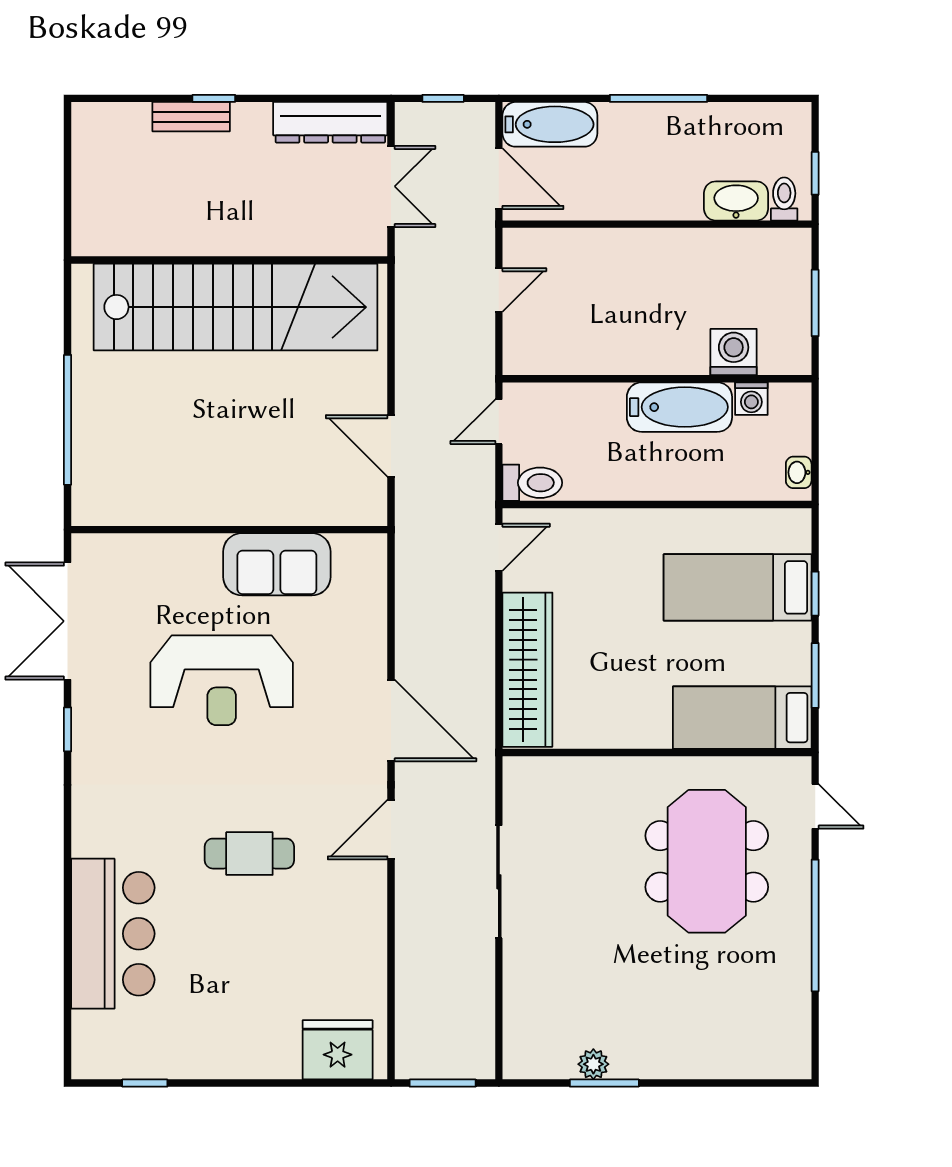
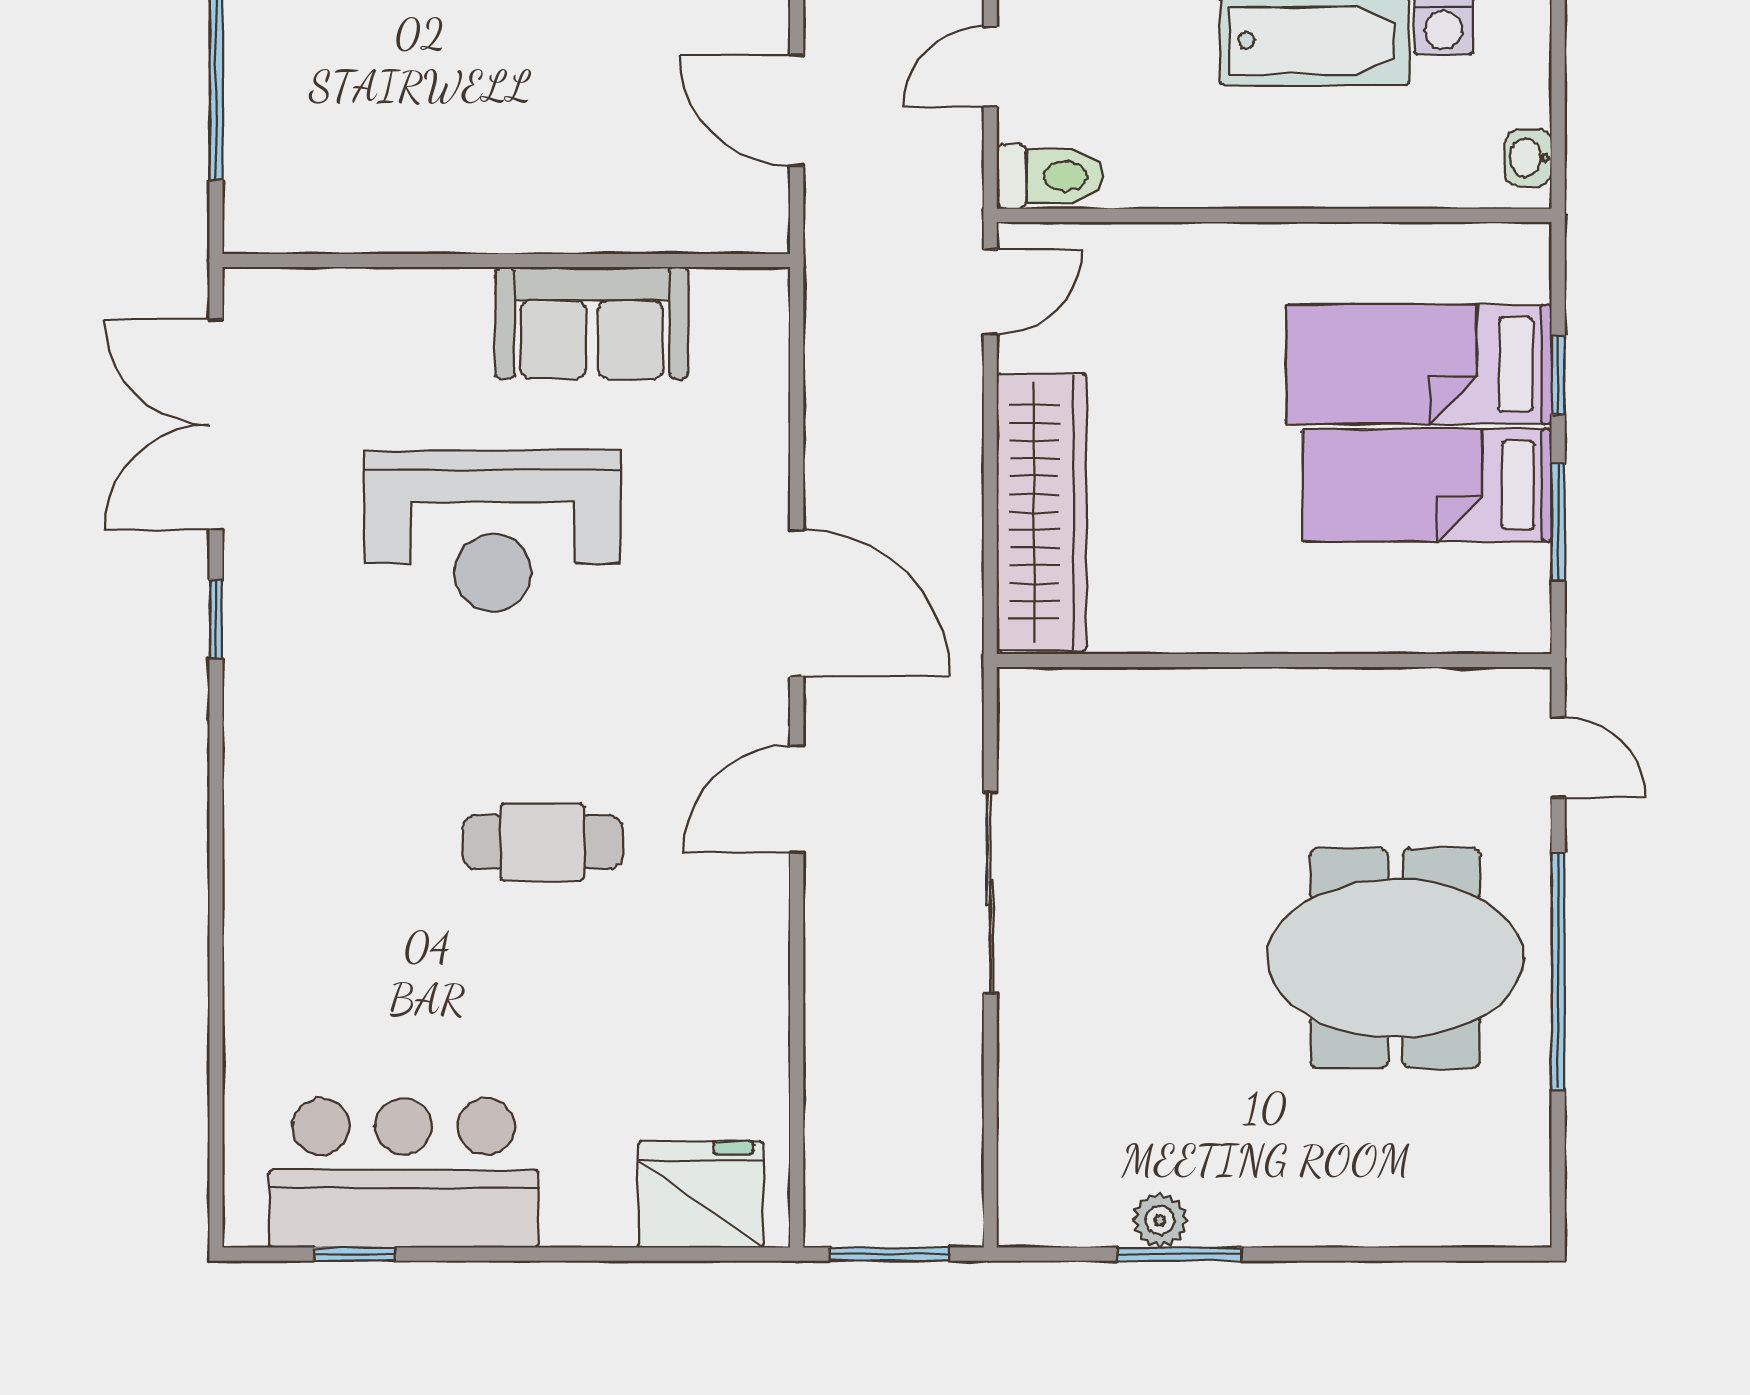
bed: (742, 718) -> (1427, 485), moved
meeting table: (707, 861) -> (1395, 958), moved, turned 90
bar counter: (113, 934) -> (404, 1173), moved, turned -90

